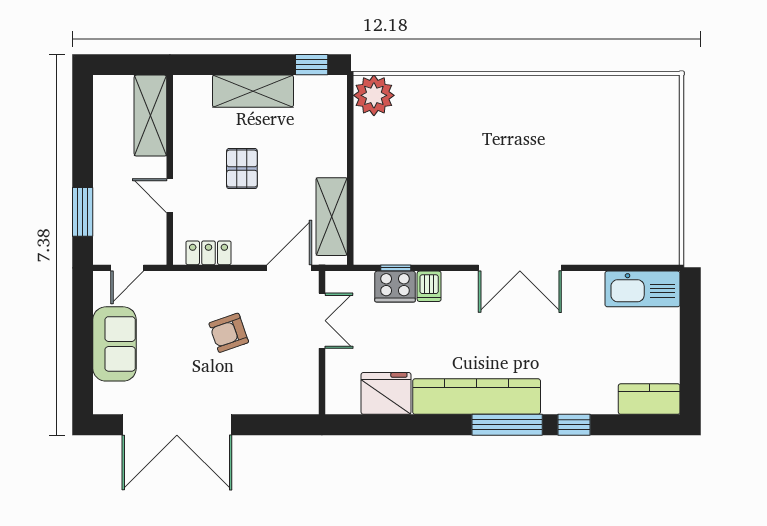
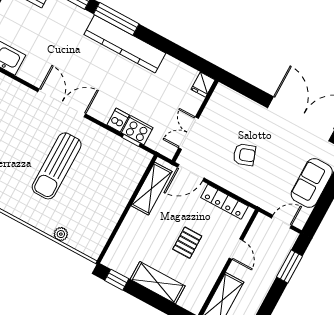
plant: (374, 95) -> (61, 234), moved, width x0.53, depth x0.53
sun lounger: (480, 177) -> (57, 166), added
locker: (209, 253) -> (224, 202), width x1.53
fridge: (386, 393) -> (203, 85), moved, width x0.53, depth x0.75

